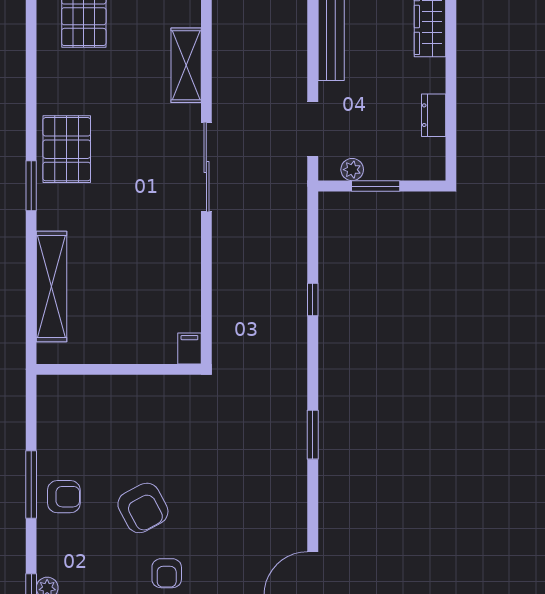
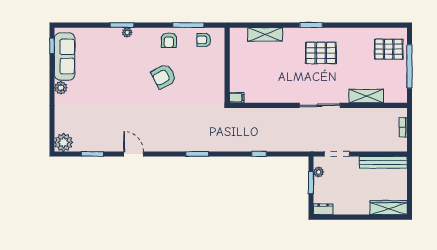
dresser: (434, 115) -> (323, 209), moved
pallet: (67, 149) -> (321, 53), moved
shelving: (51, 286) -> (265, 34), width x0.68
window: (31, 485) -> (188, 25), moved
armchair: (167, 573) -> (204, 40), moved

